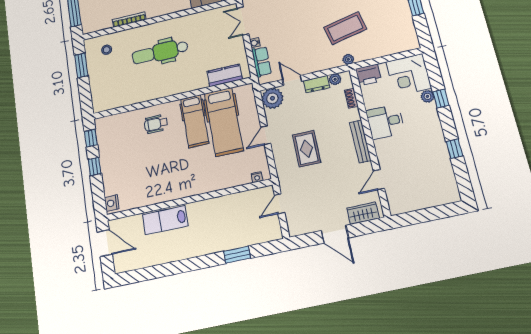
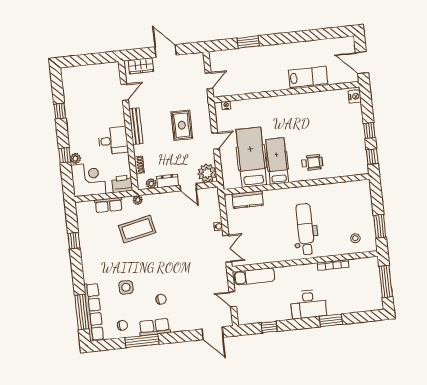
dental chair: (160, 52) -> (305, 229), turned -90
row of seats: (261, 62) -> (109, 205), moved, turned -90

